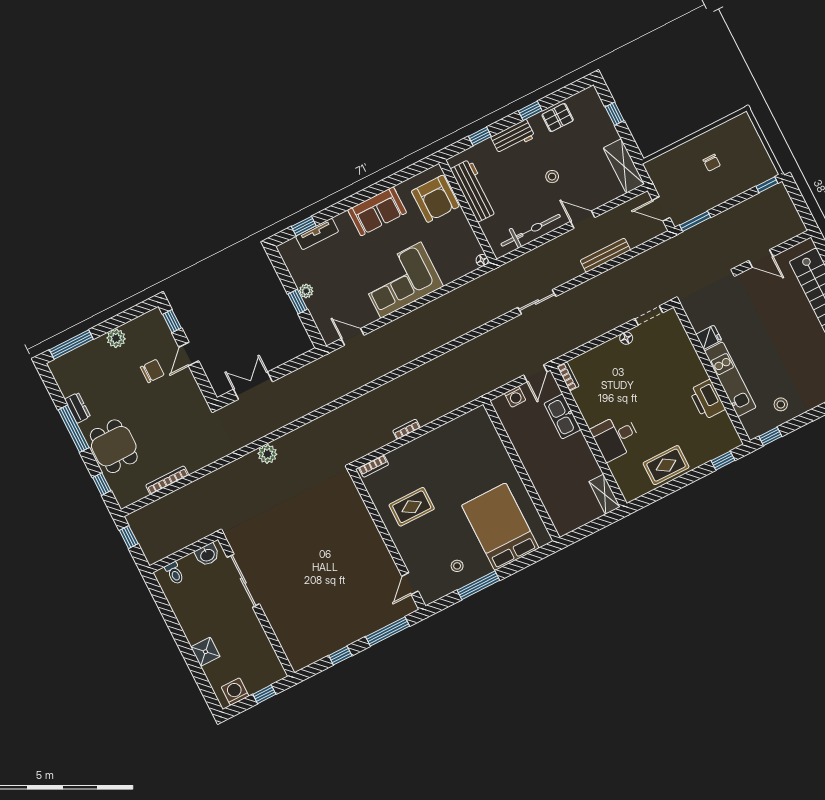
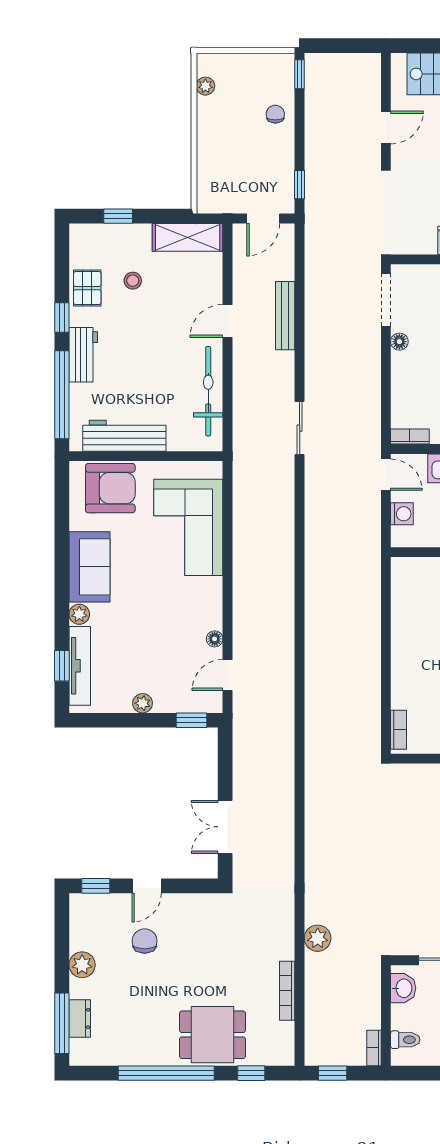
plant: (728, 127) -> (205, 86), added
window: (480, 136) -> (62, 395), width x3.17
chair: (712, 163) -> (275, 114), moved, turned -90
stool: (552, 177) -> (133, 281), moved
plant: (343, 220) -> (79, 614), added
window: (695, 221) -> (300, 185), width x0.67
tv unit: (317, 234) -> (80, 666), width x1.41
floor lamp: (482, 260) -> (215, 639), moved
corner sofa: (401, 280) -> (188, 527), moved
window: (298, 302) -> (192, 720), moved
doorway: (649, 316) -> (386, 300), width x1.38
door: (189, 354) -> (147, 886), hinge flipped
dresser: (77, 408) -> (80, 1018), moved, turned 90
window: (74, 429) -> (166, 1073), width x1.46
bookcase: (406, 429) -> (374, 1048), moved
plant: (267, 454) -> (318, 938), moved

